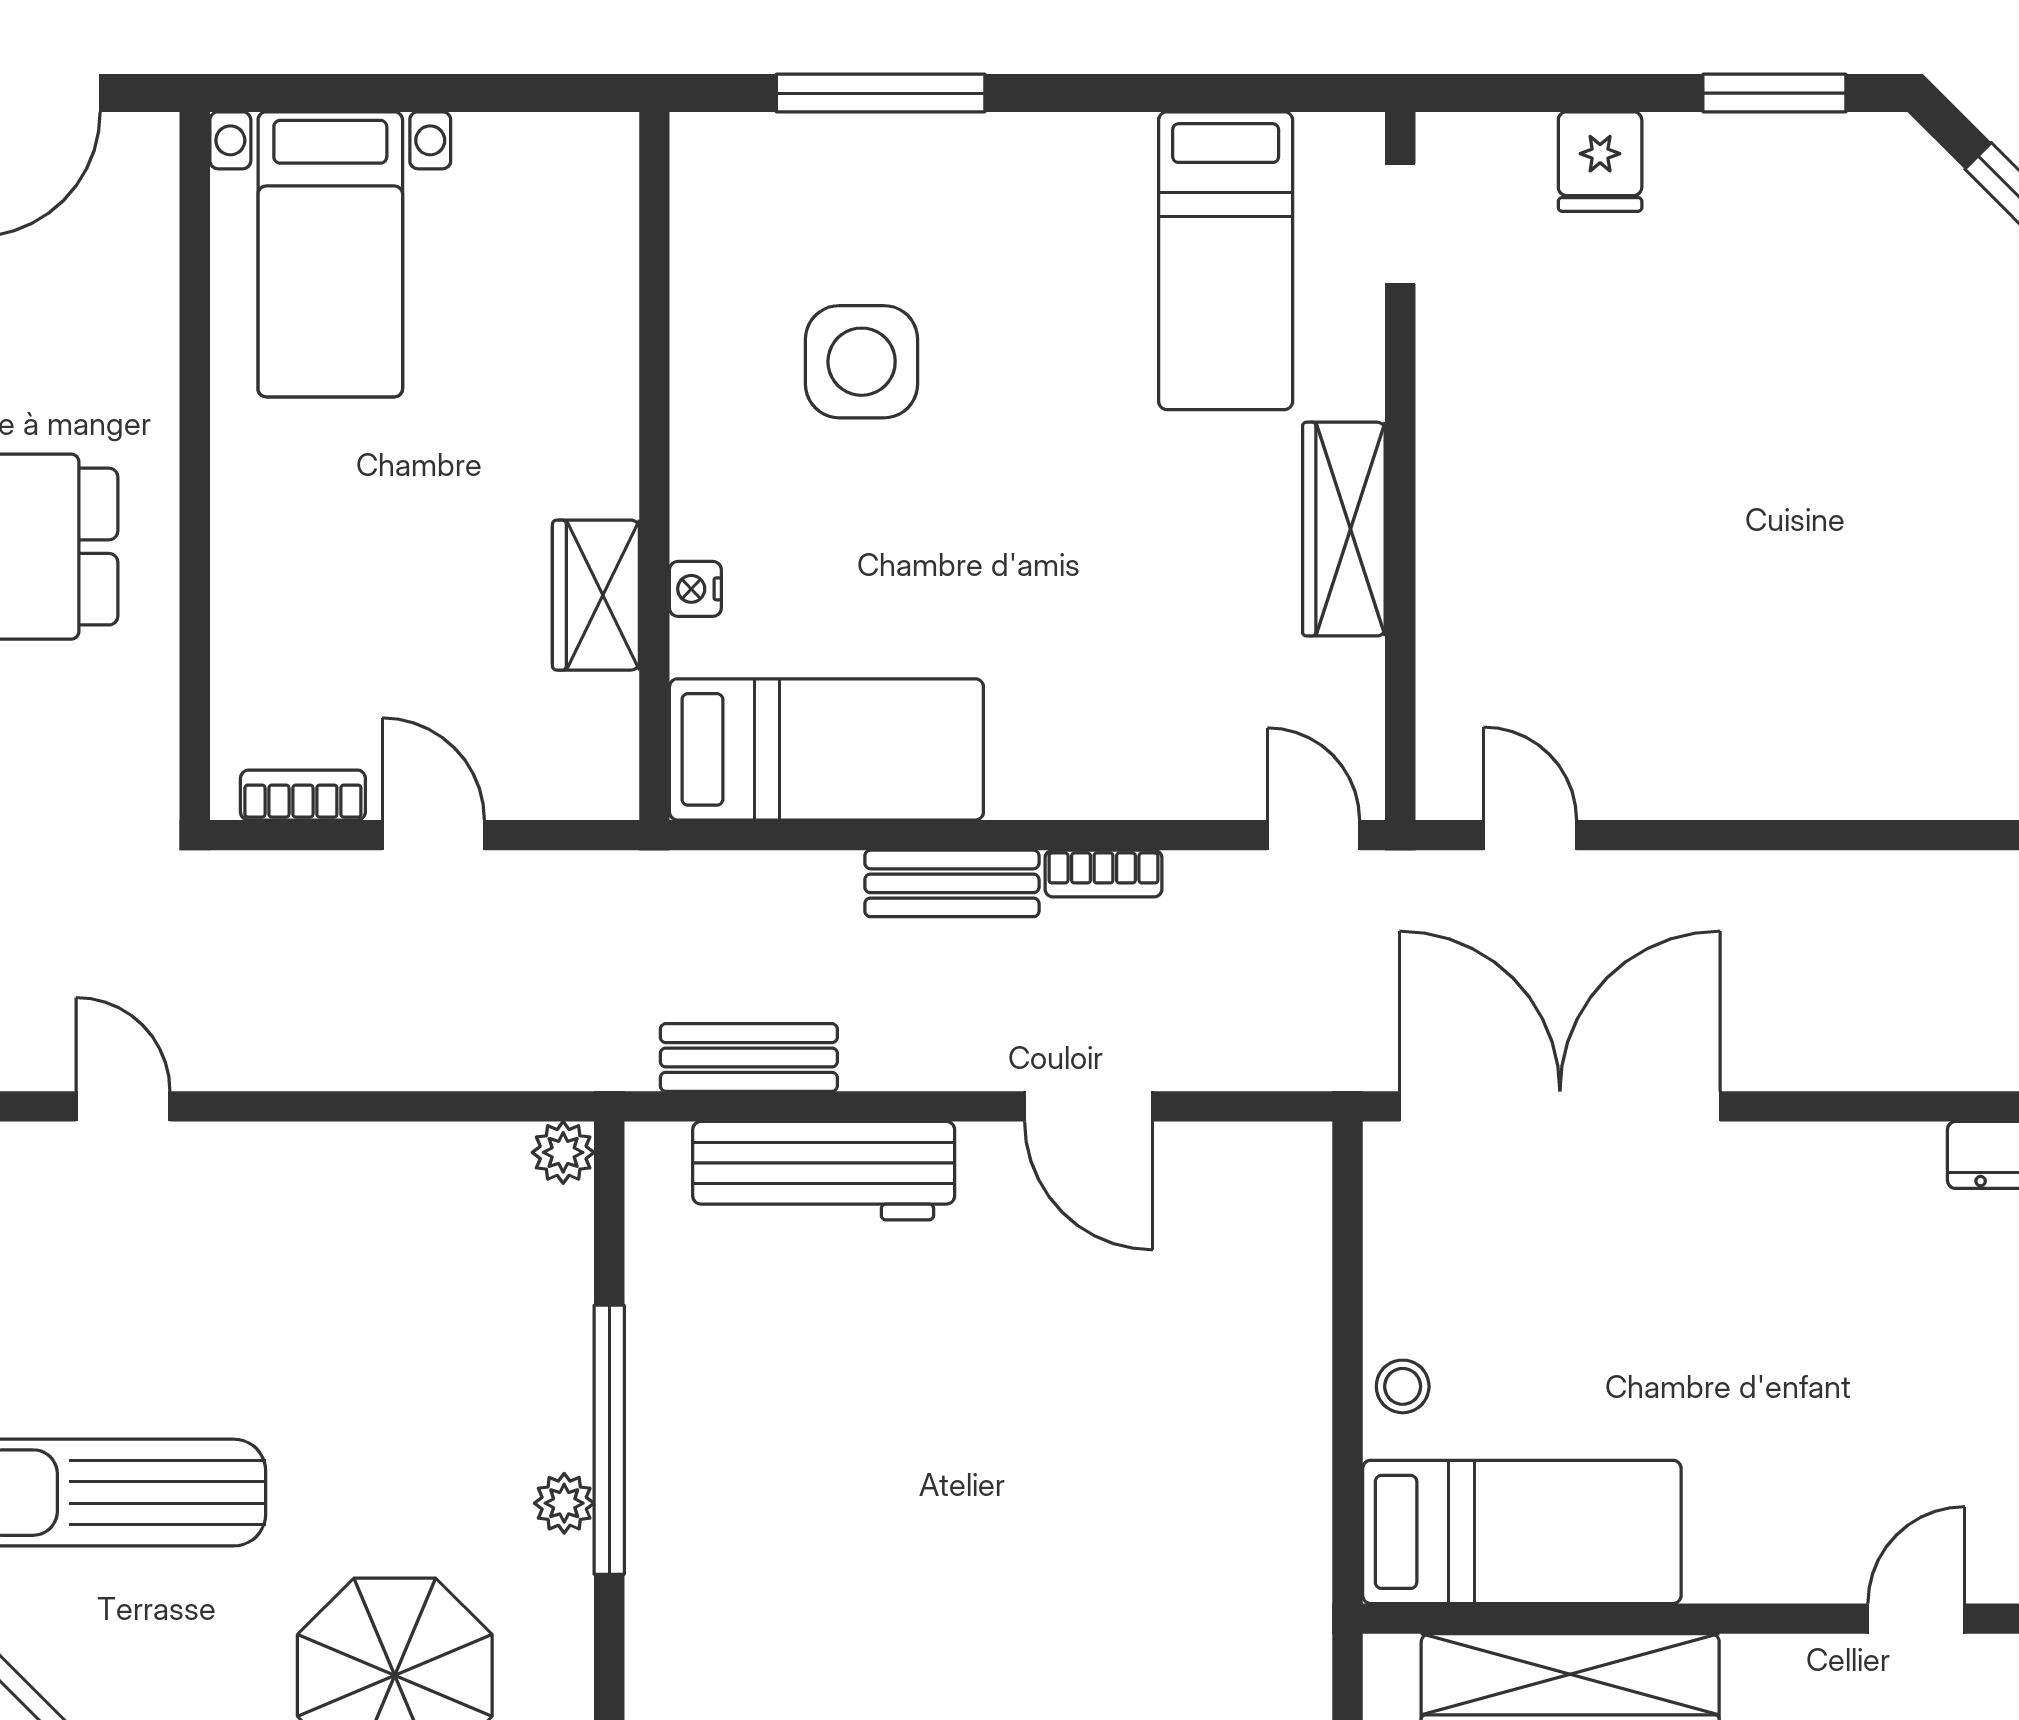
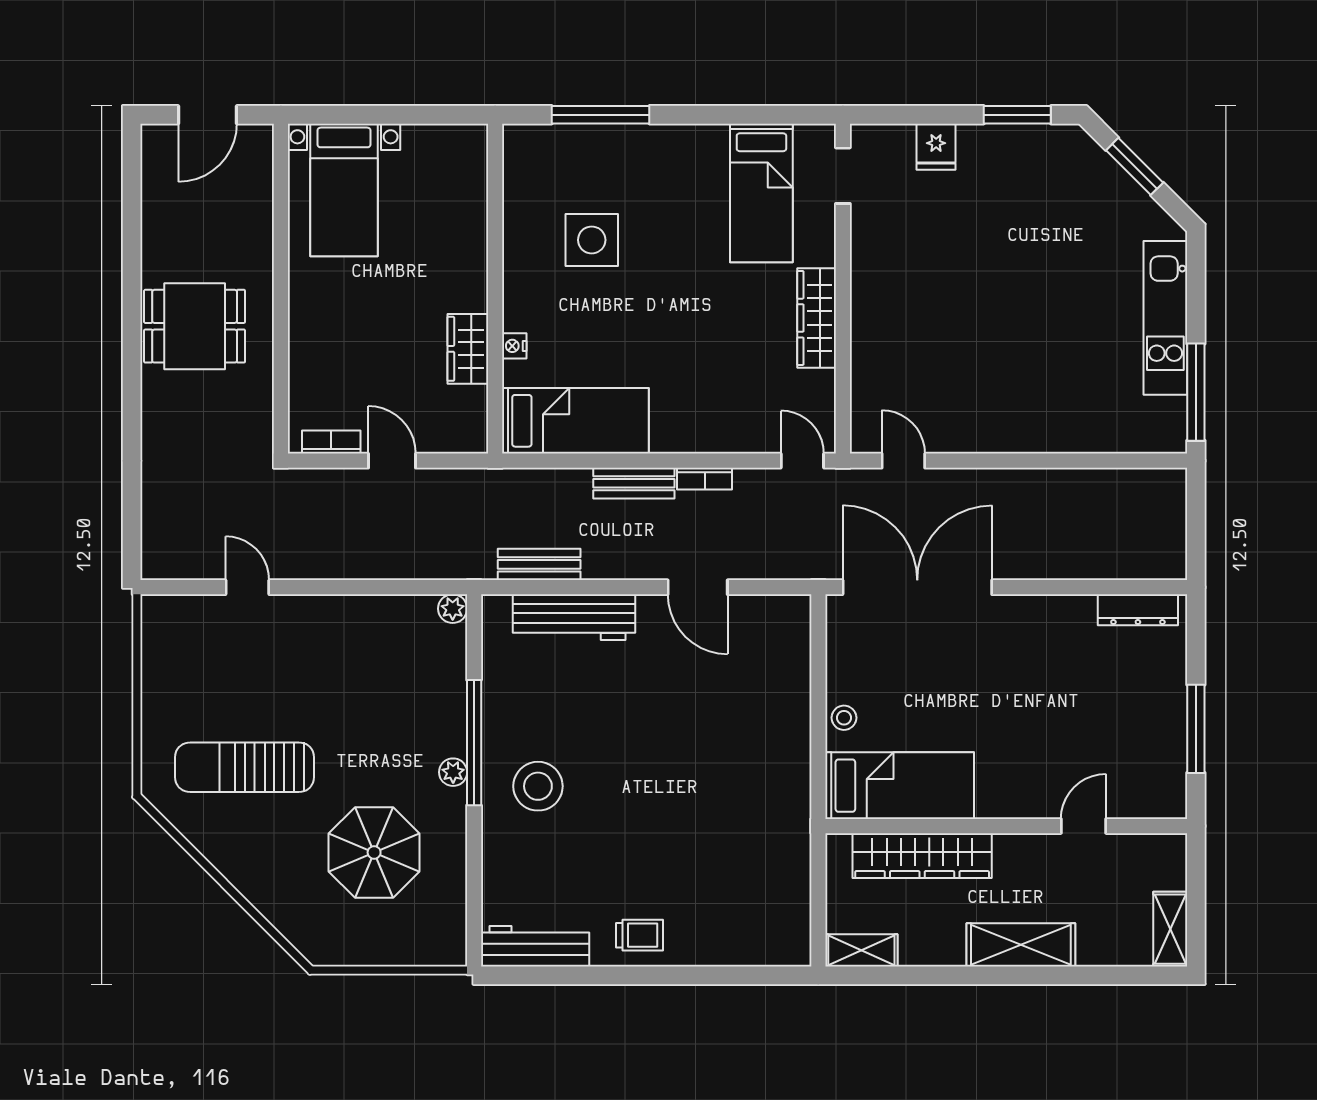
stool: (746, 1533) -> (538, 786), added

